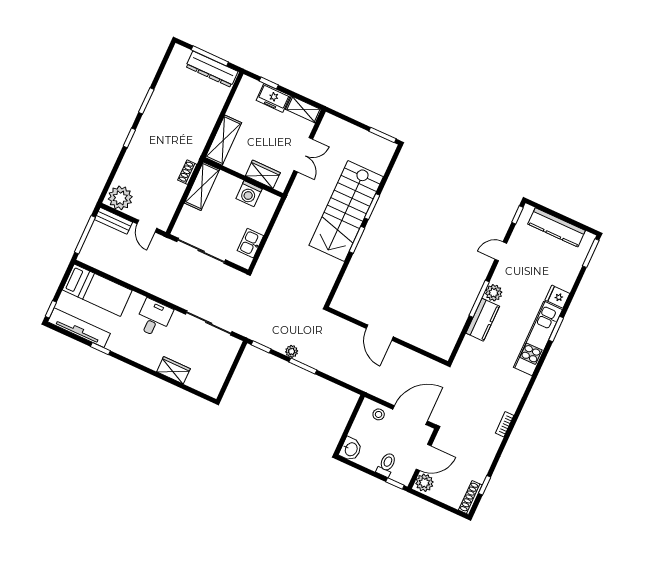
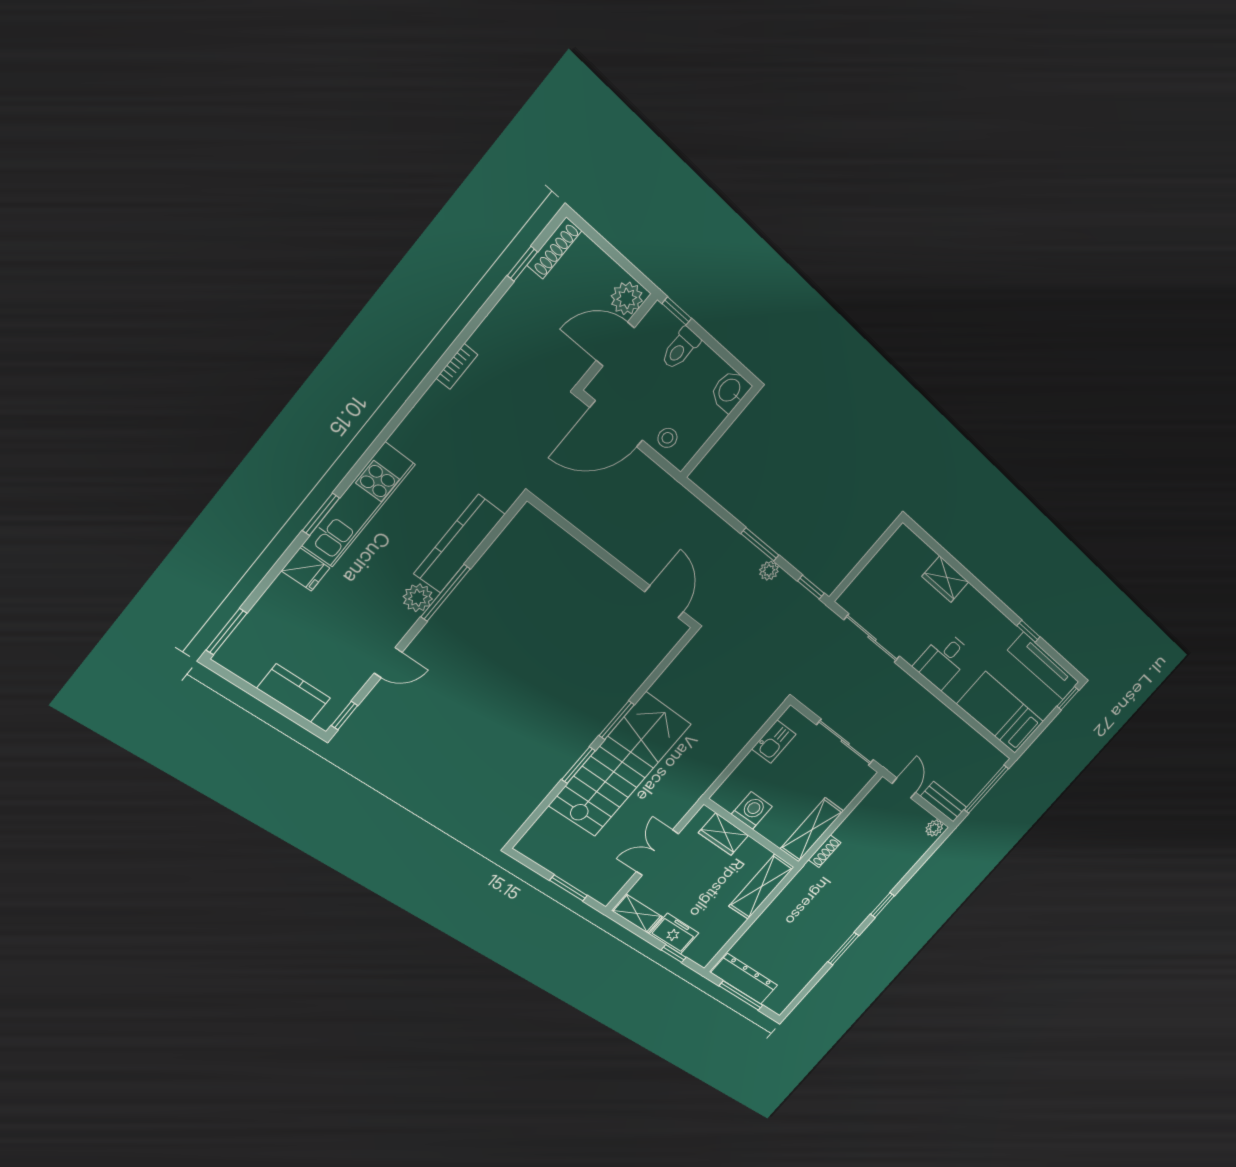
window: (382, 135) -> (569, 888), moved
plant: (120, 198) -> (934, 828), width x0.53, depth x0.53
kitchen counter: (557, 227) -> (294, 693), width x0.67
kitchen counter: (483, 320) -> (459, 544), width x1.50
door: (380, 333) -> (664, 602), moved

